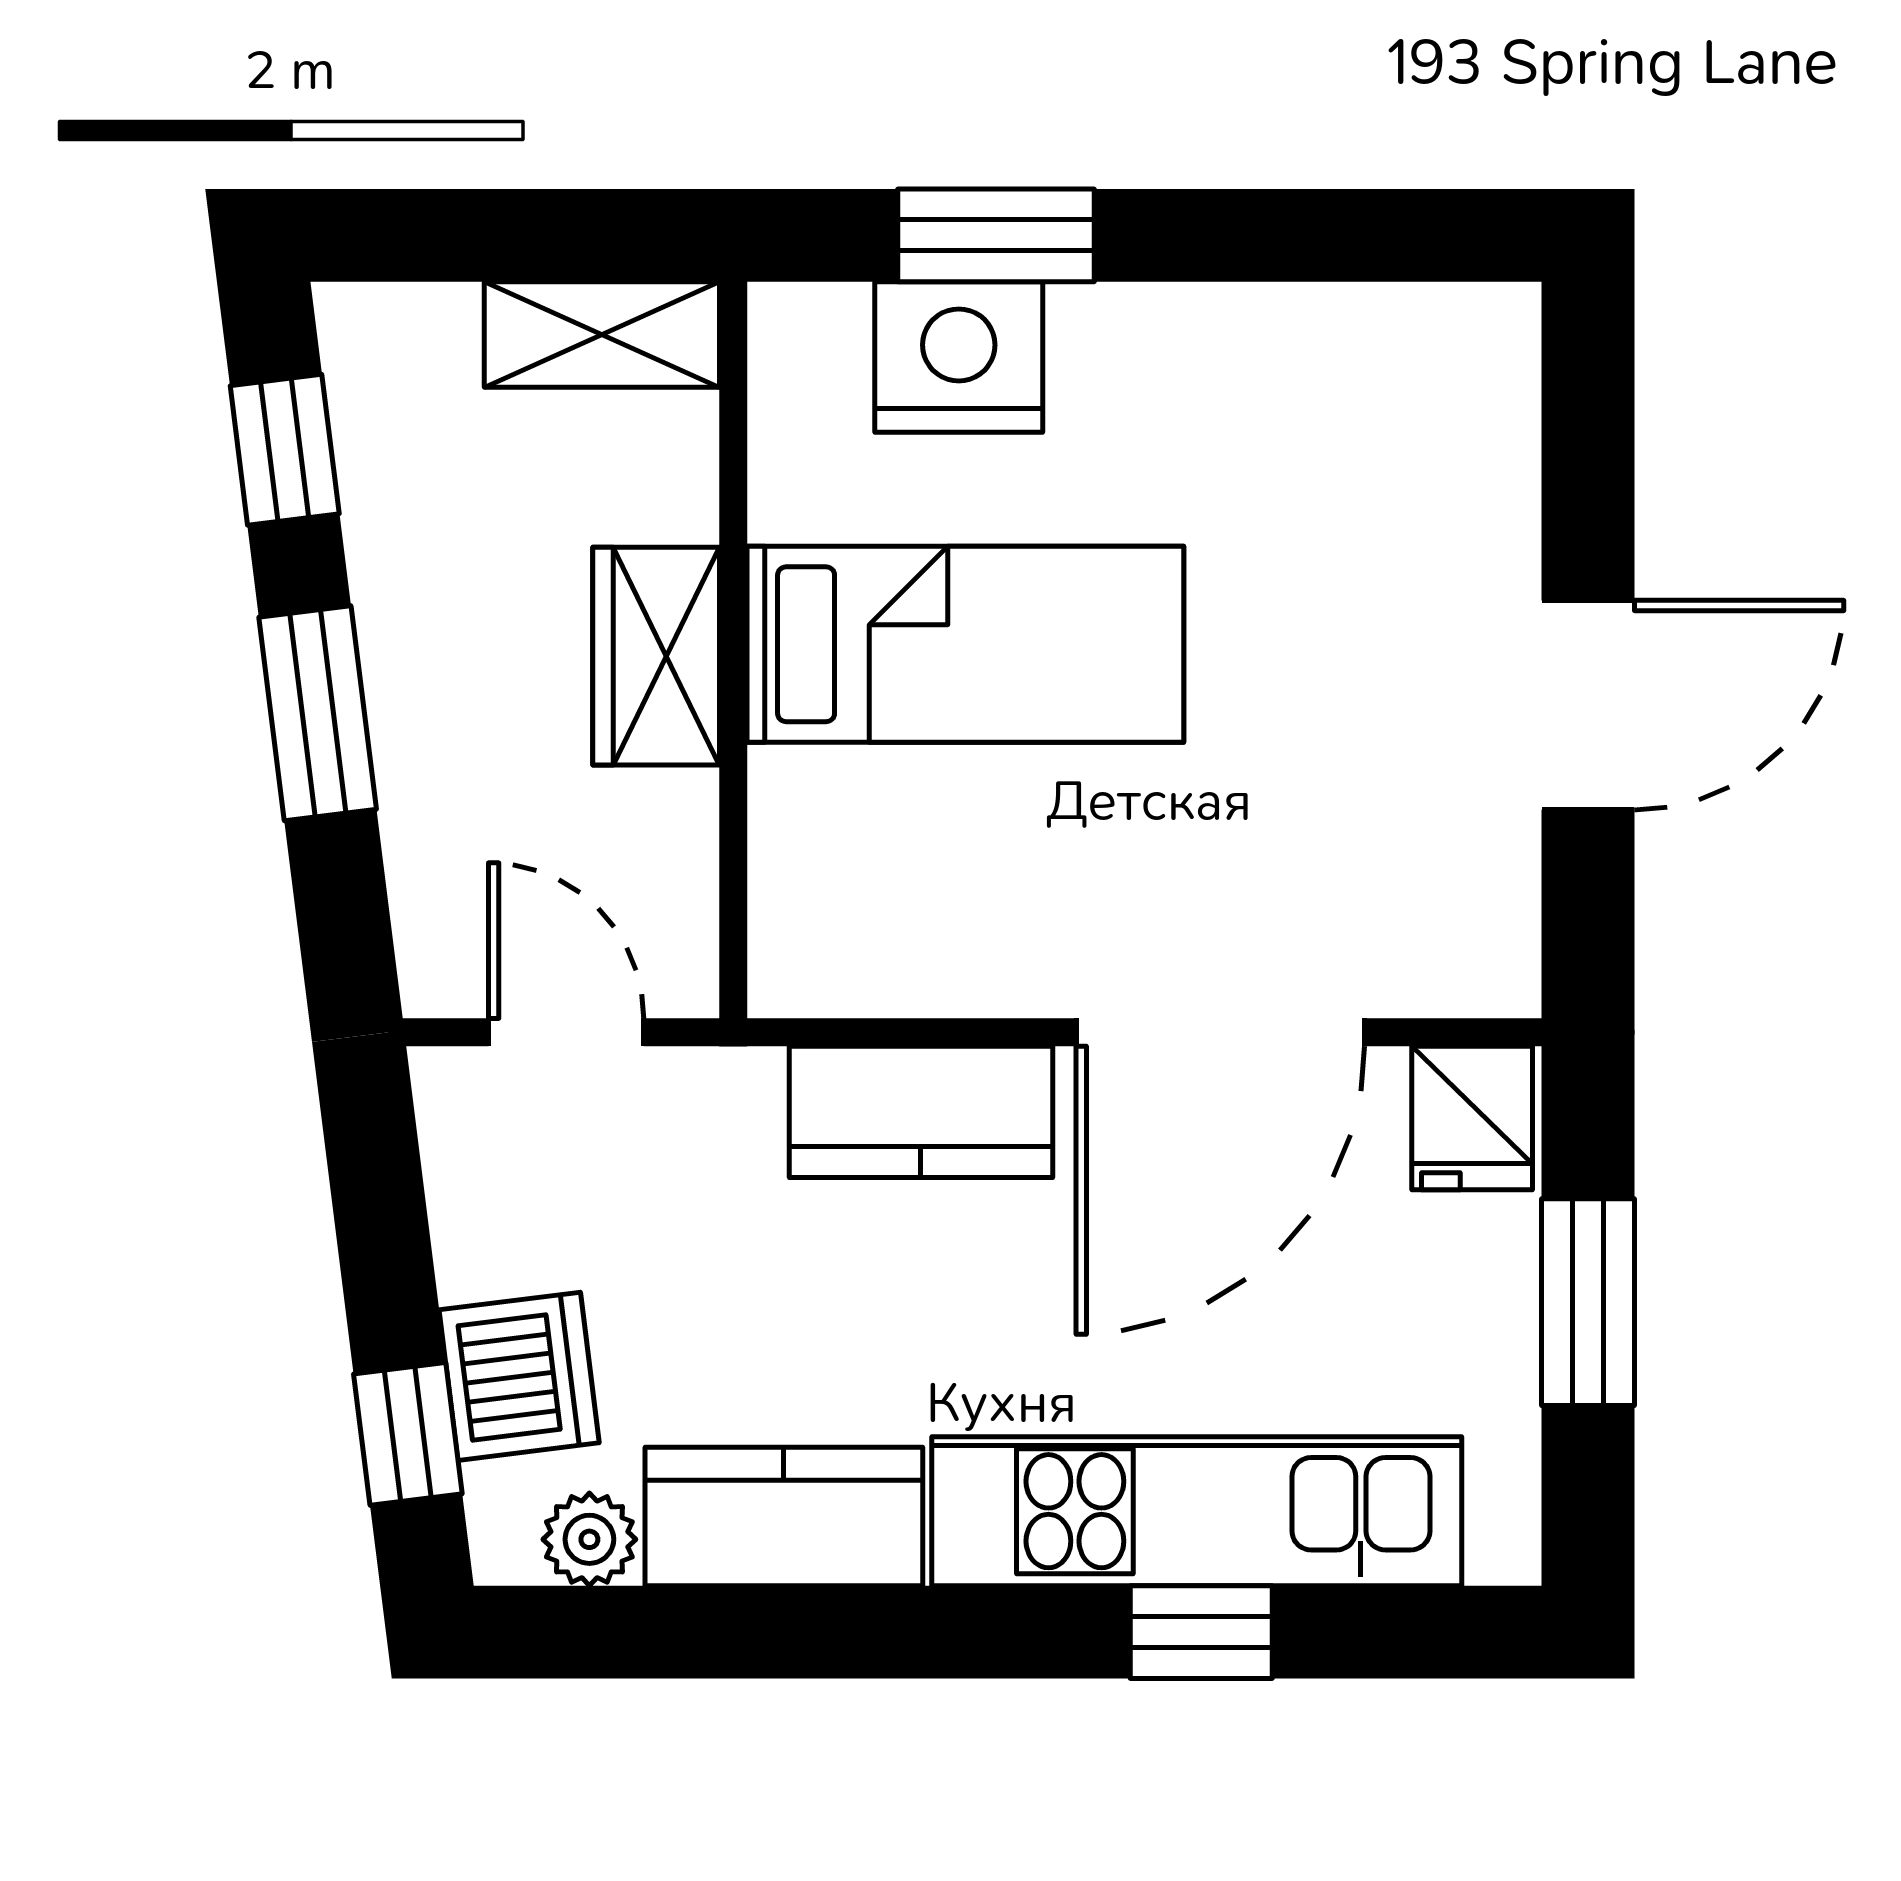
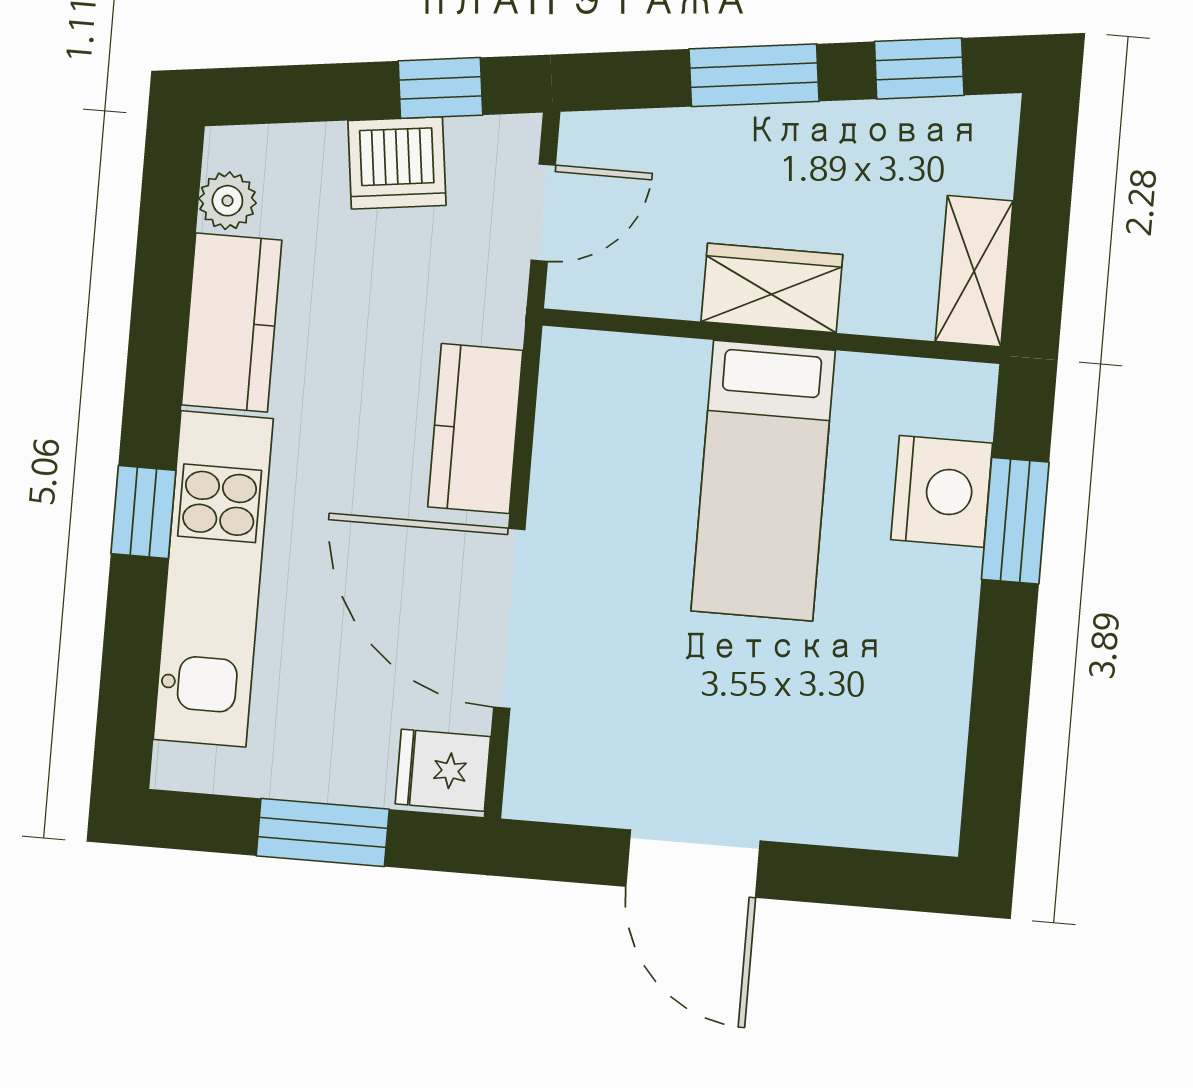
dishwasher: (519, 1376) -> (397, 163), moved
window: (408, 1434) -> (440, 88), moved
window: (1201, 1632) -> (143, 512), moved

